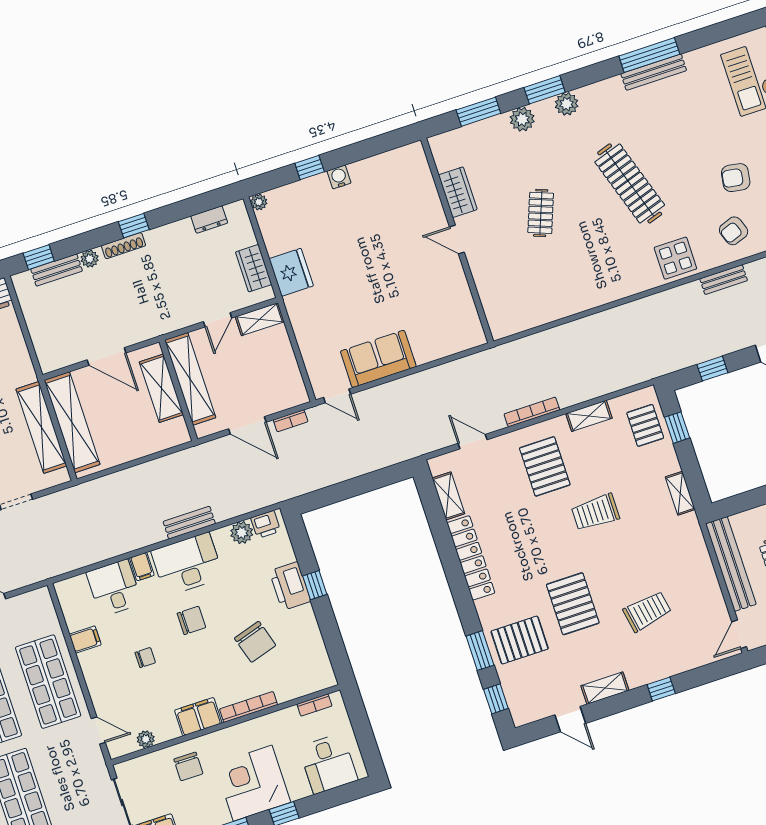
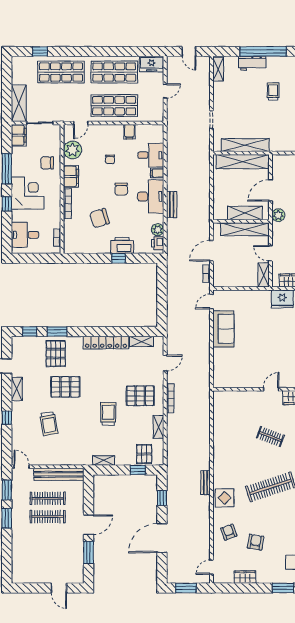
bench: (724, 280) -> (205, 483), moved
plant: (146, 328) -> (278, 215), added
pallet: (645, 425) -> (144, 454), turned 90
plant: (146, 739) -> (72, 150), width x1.88, depth x1.88

